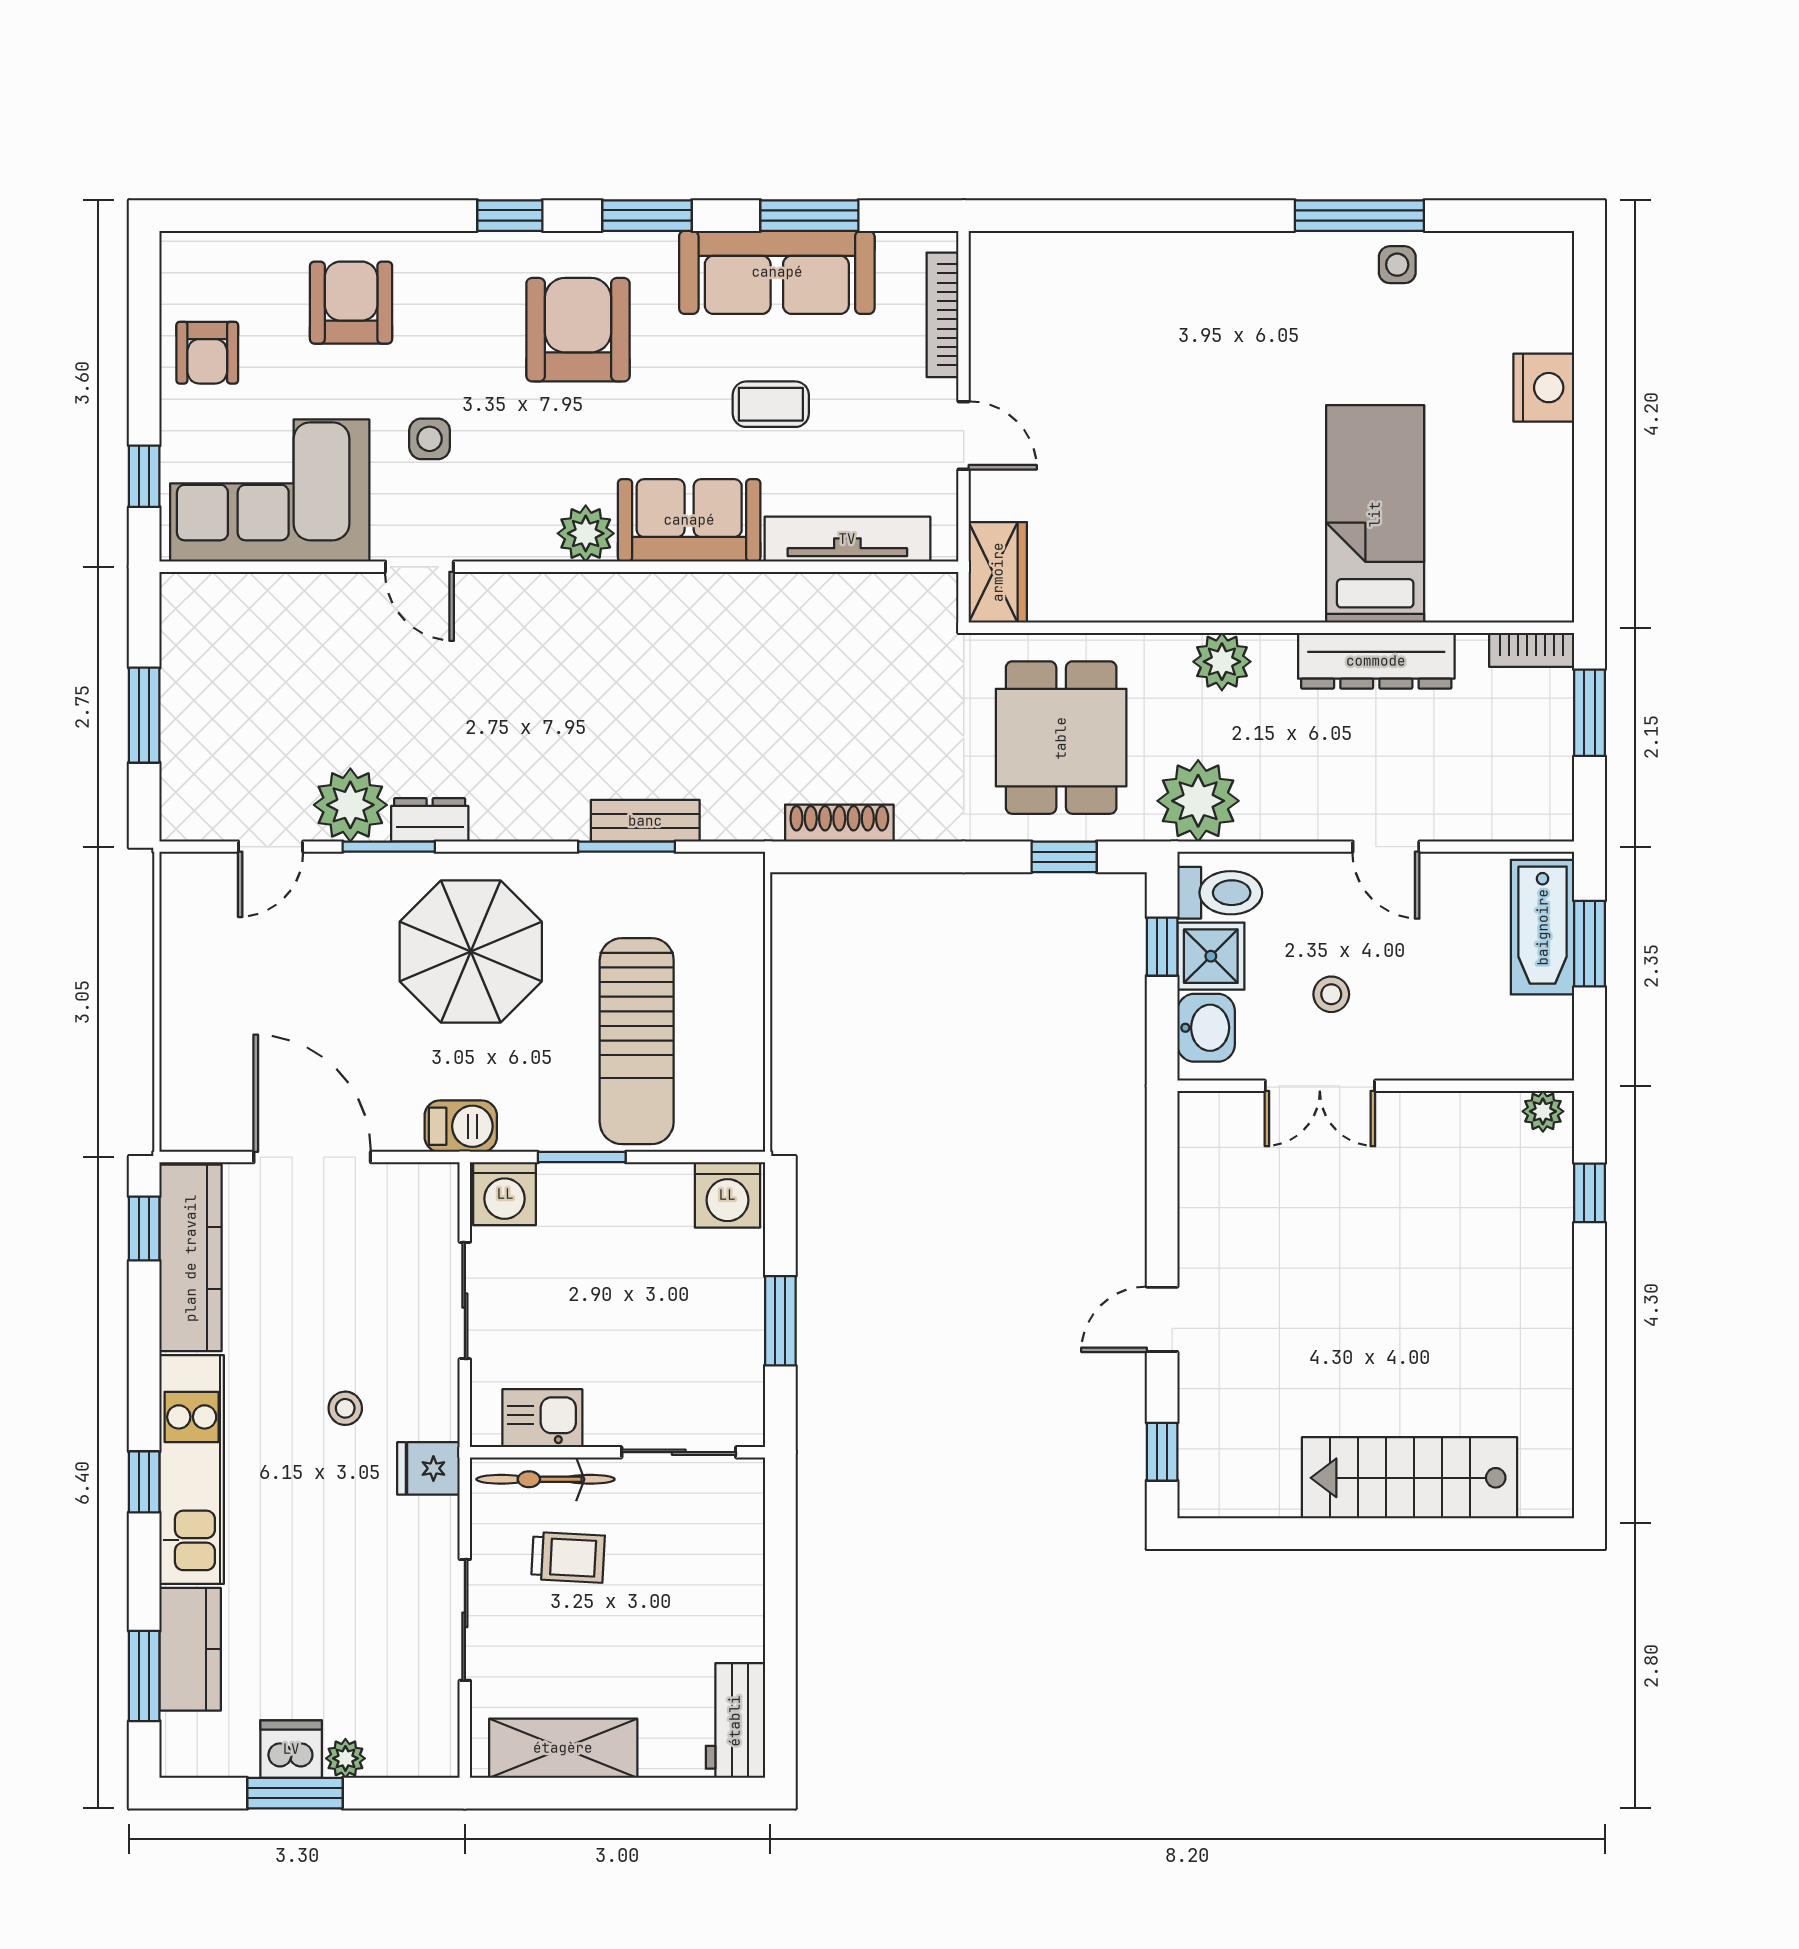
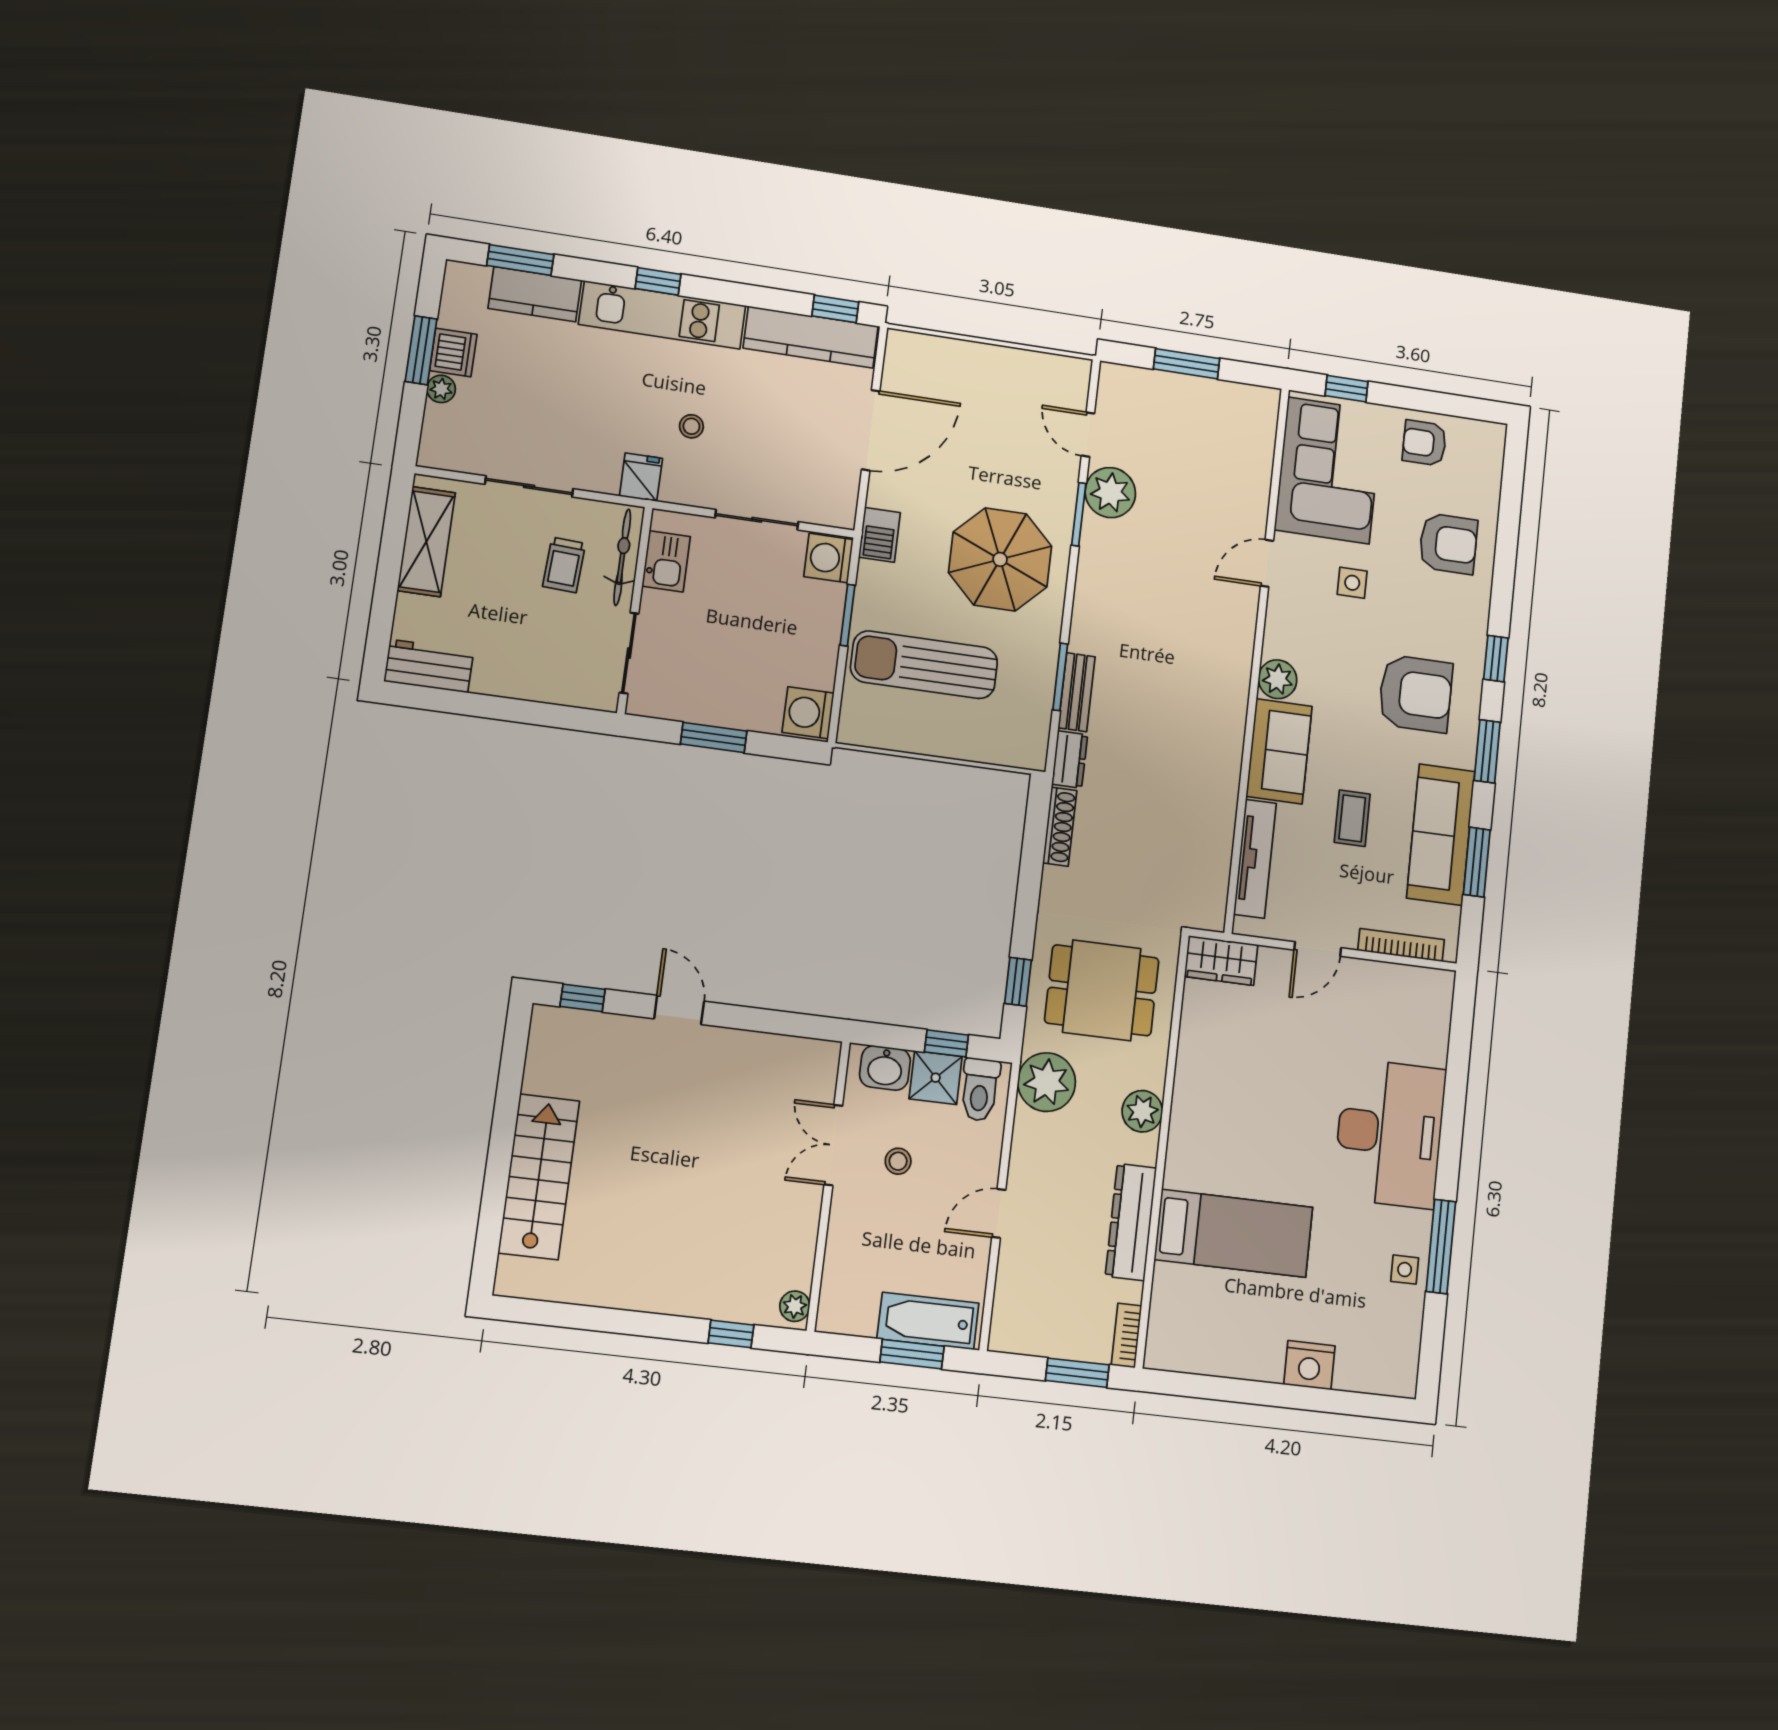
desk: (1210, 305) -> (1390, 1133), added
dresser: (430, 820) -> (1070, 759), moved

